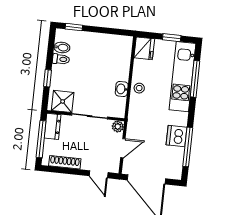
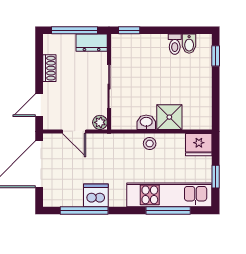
window: (48, 78) -> (129, 30), moved
shower: (63, 101) -> (169, 117), moved
shoe rack: (65, 162) -> (49, 68), width x0.70

